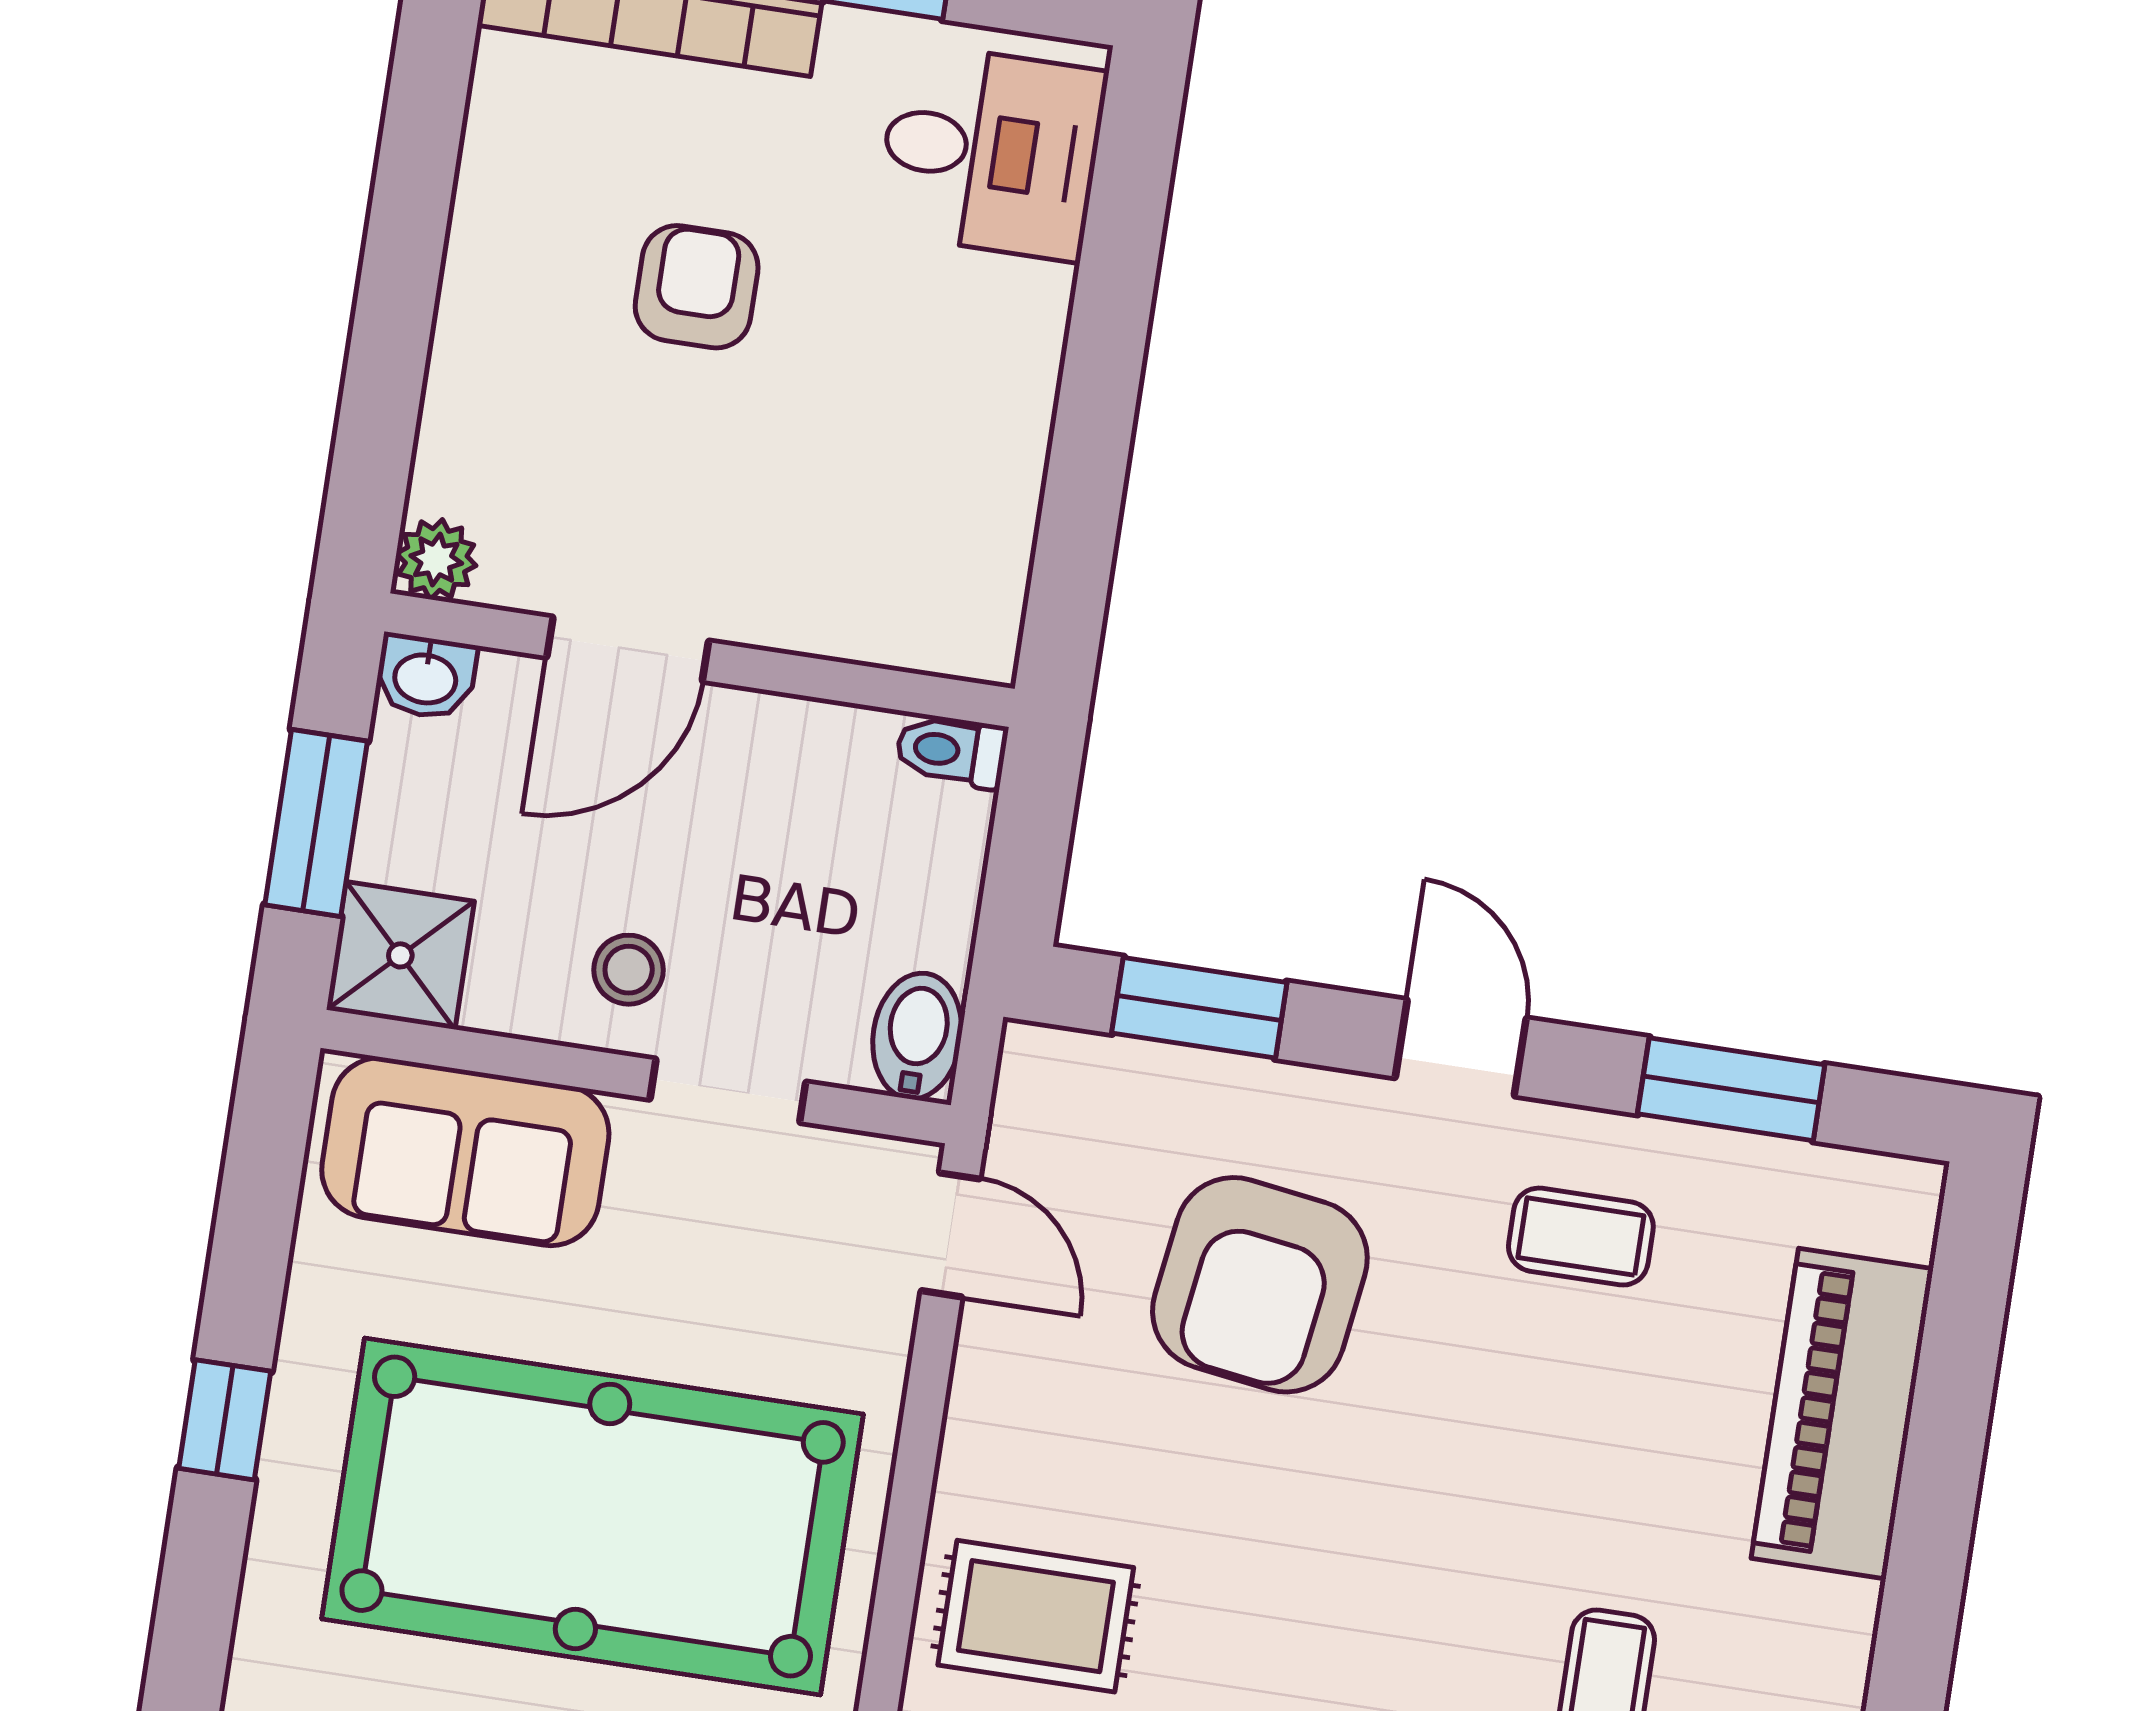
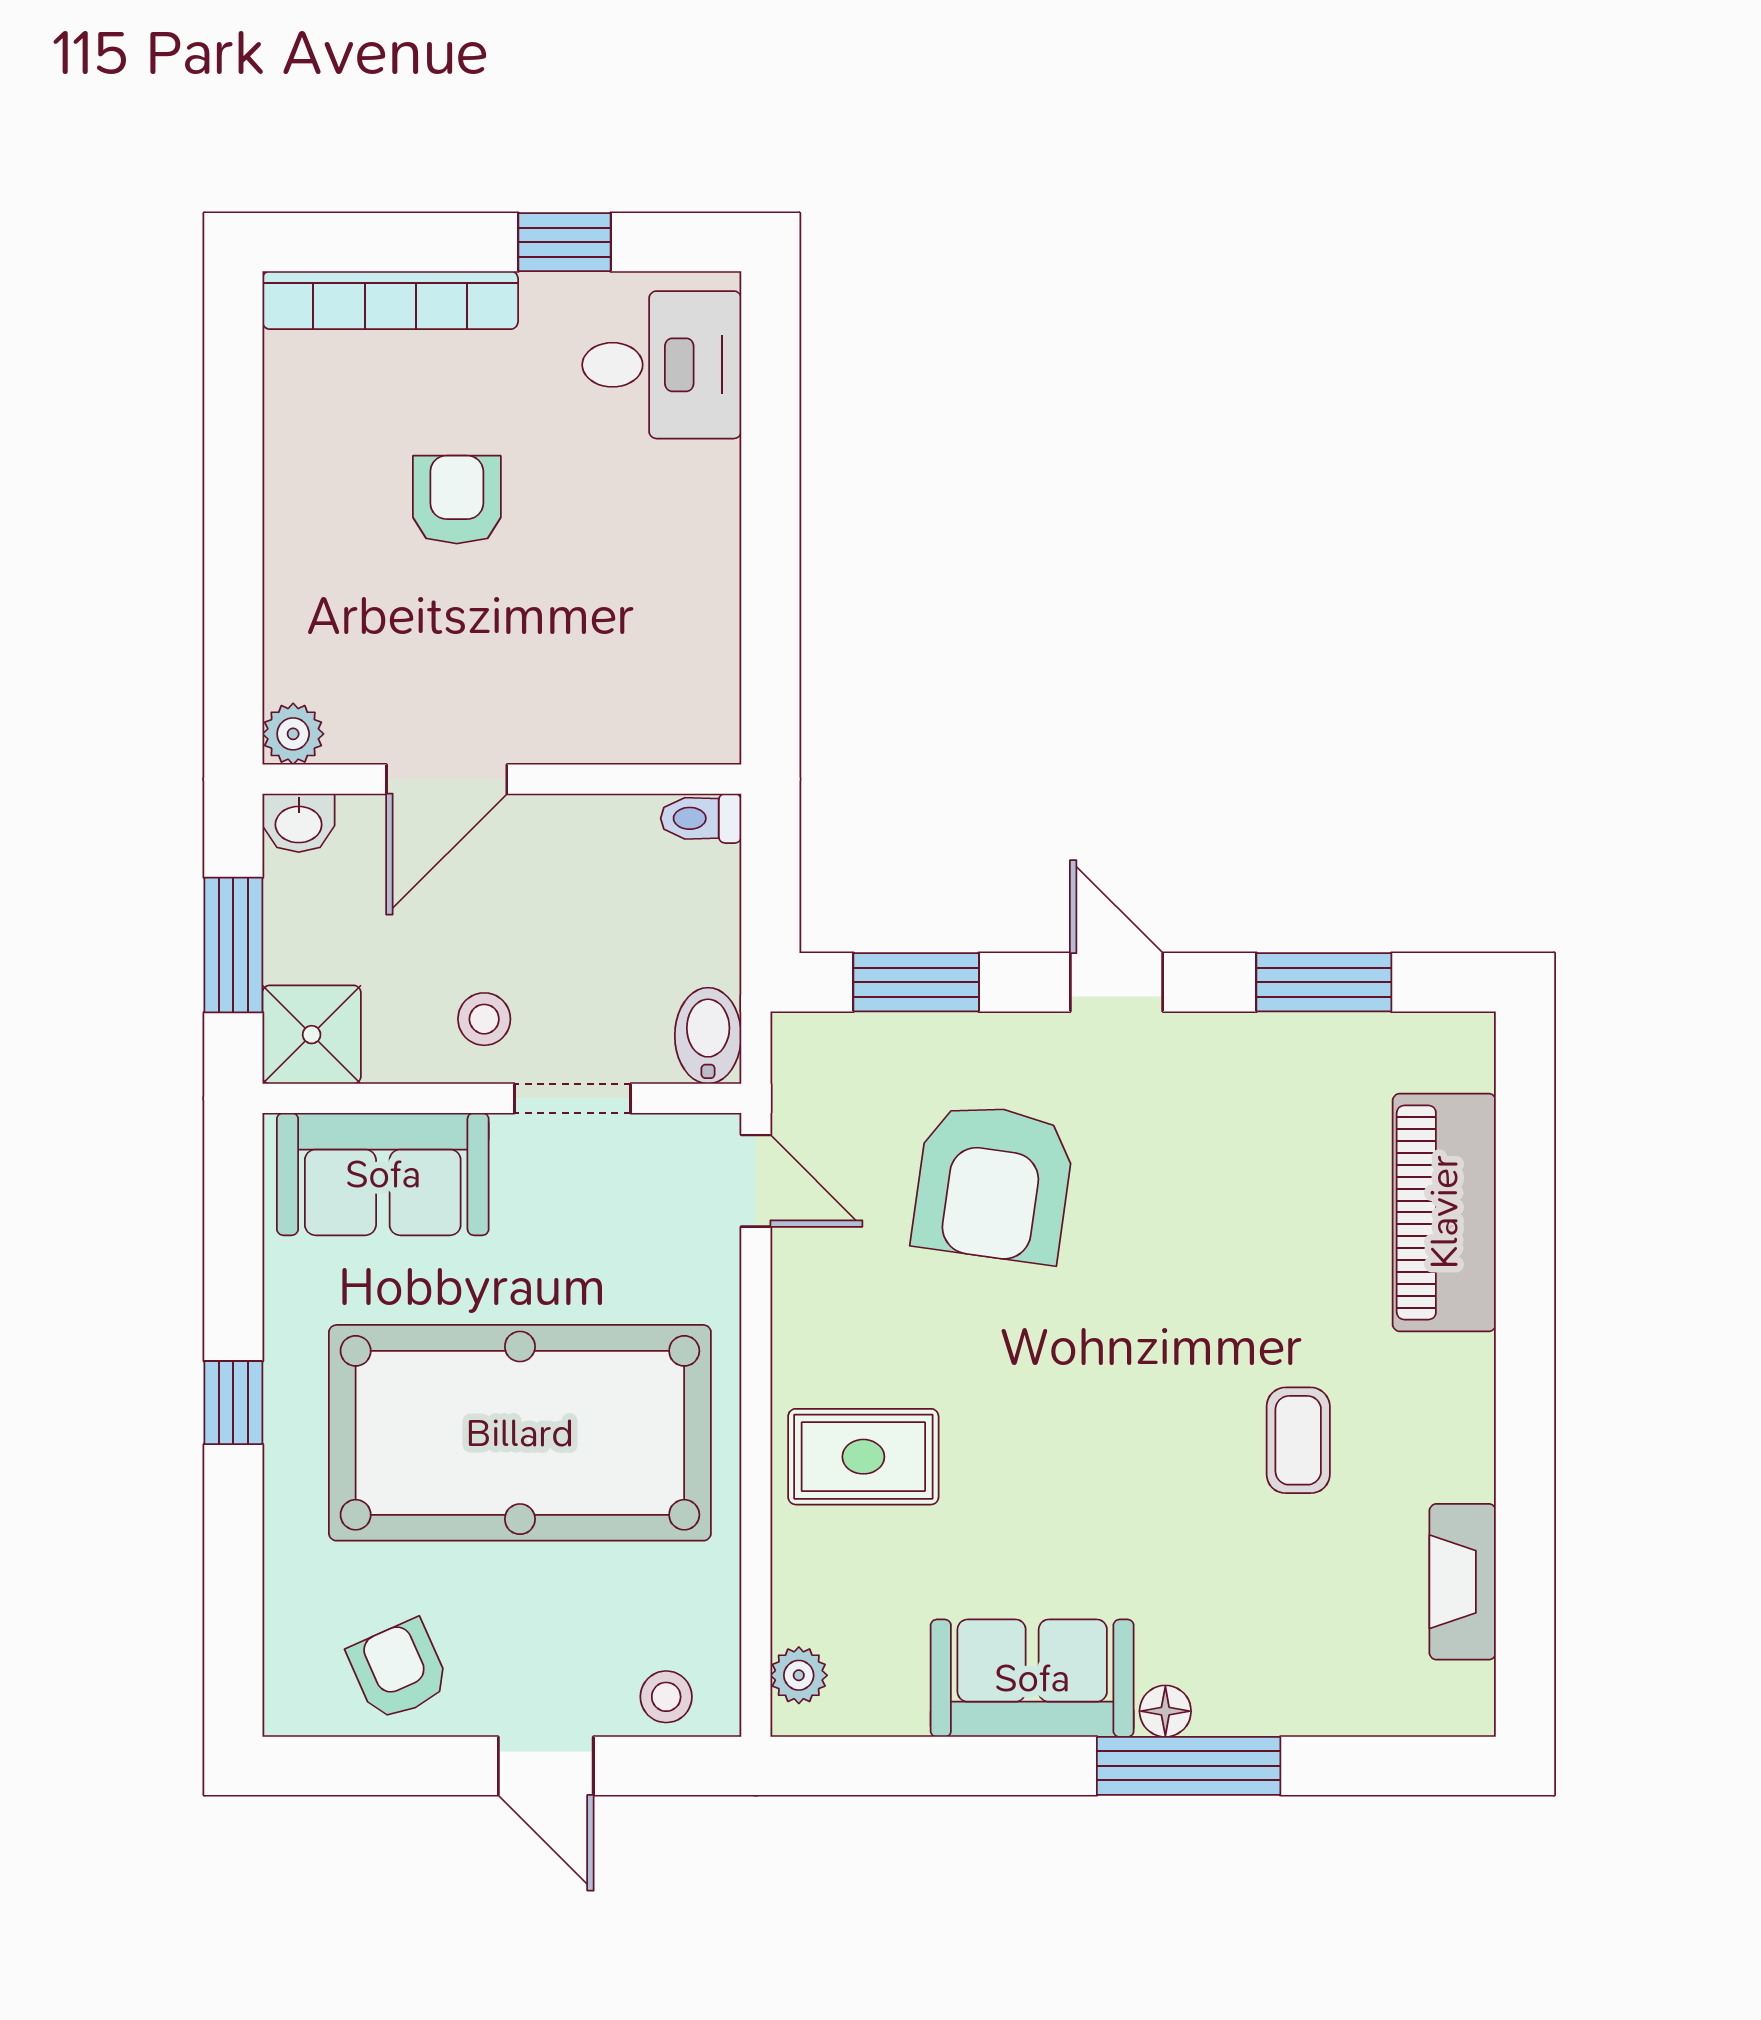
coffee table: (1581, 1237) -> (1228, 1110), removed

